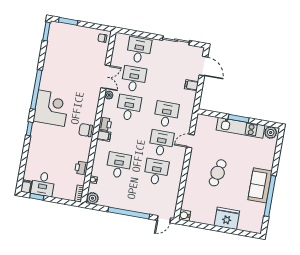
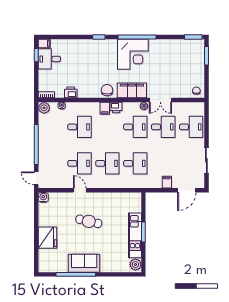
filing cabinet: (90, 105) -> (132, 90), added
corner desk: (51, 108) -> (133, 54), moved
door: (190, 141) -> (80, 190), moved

